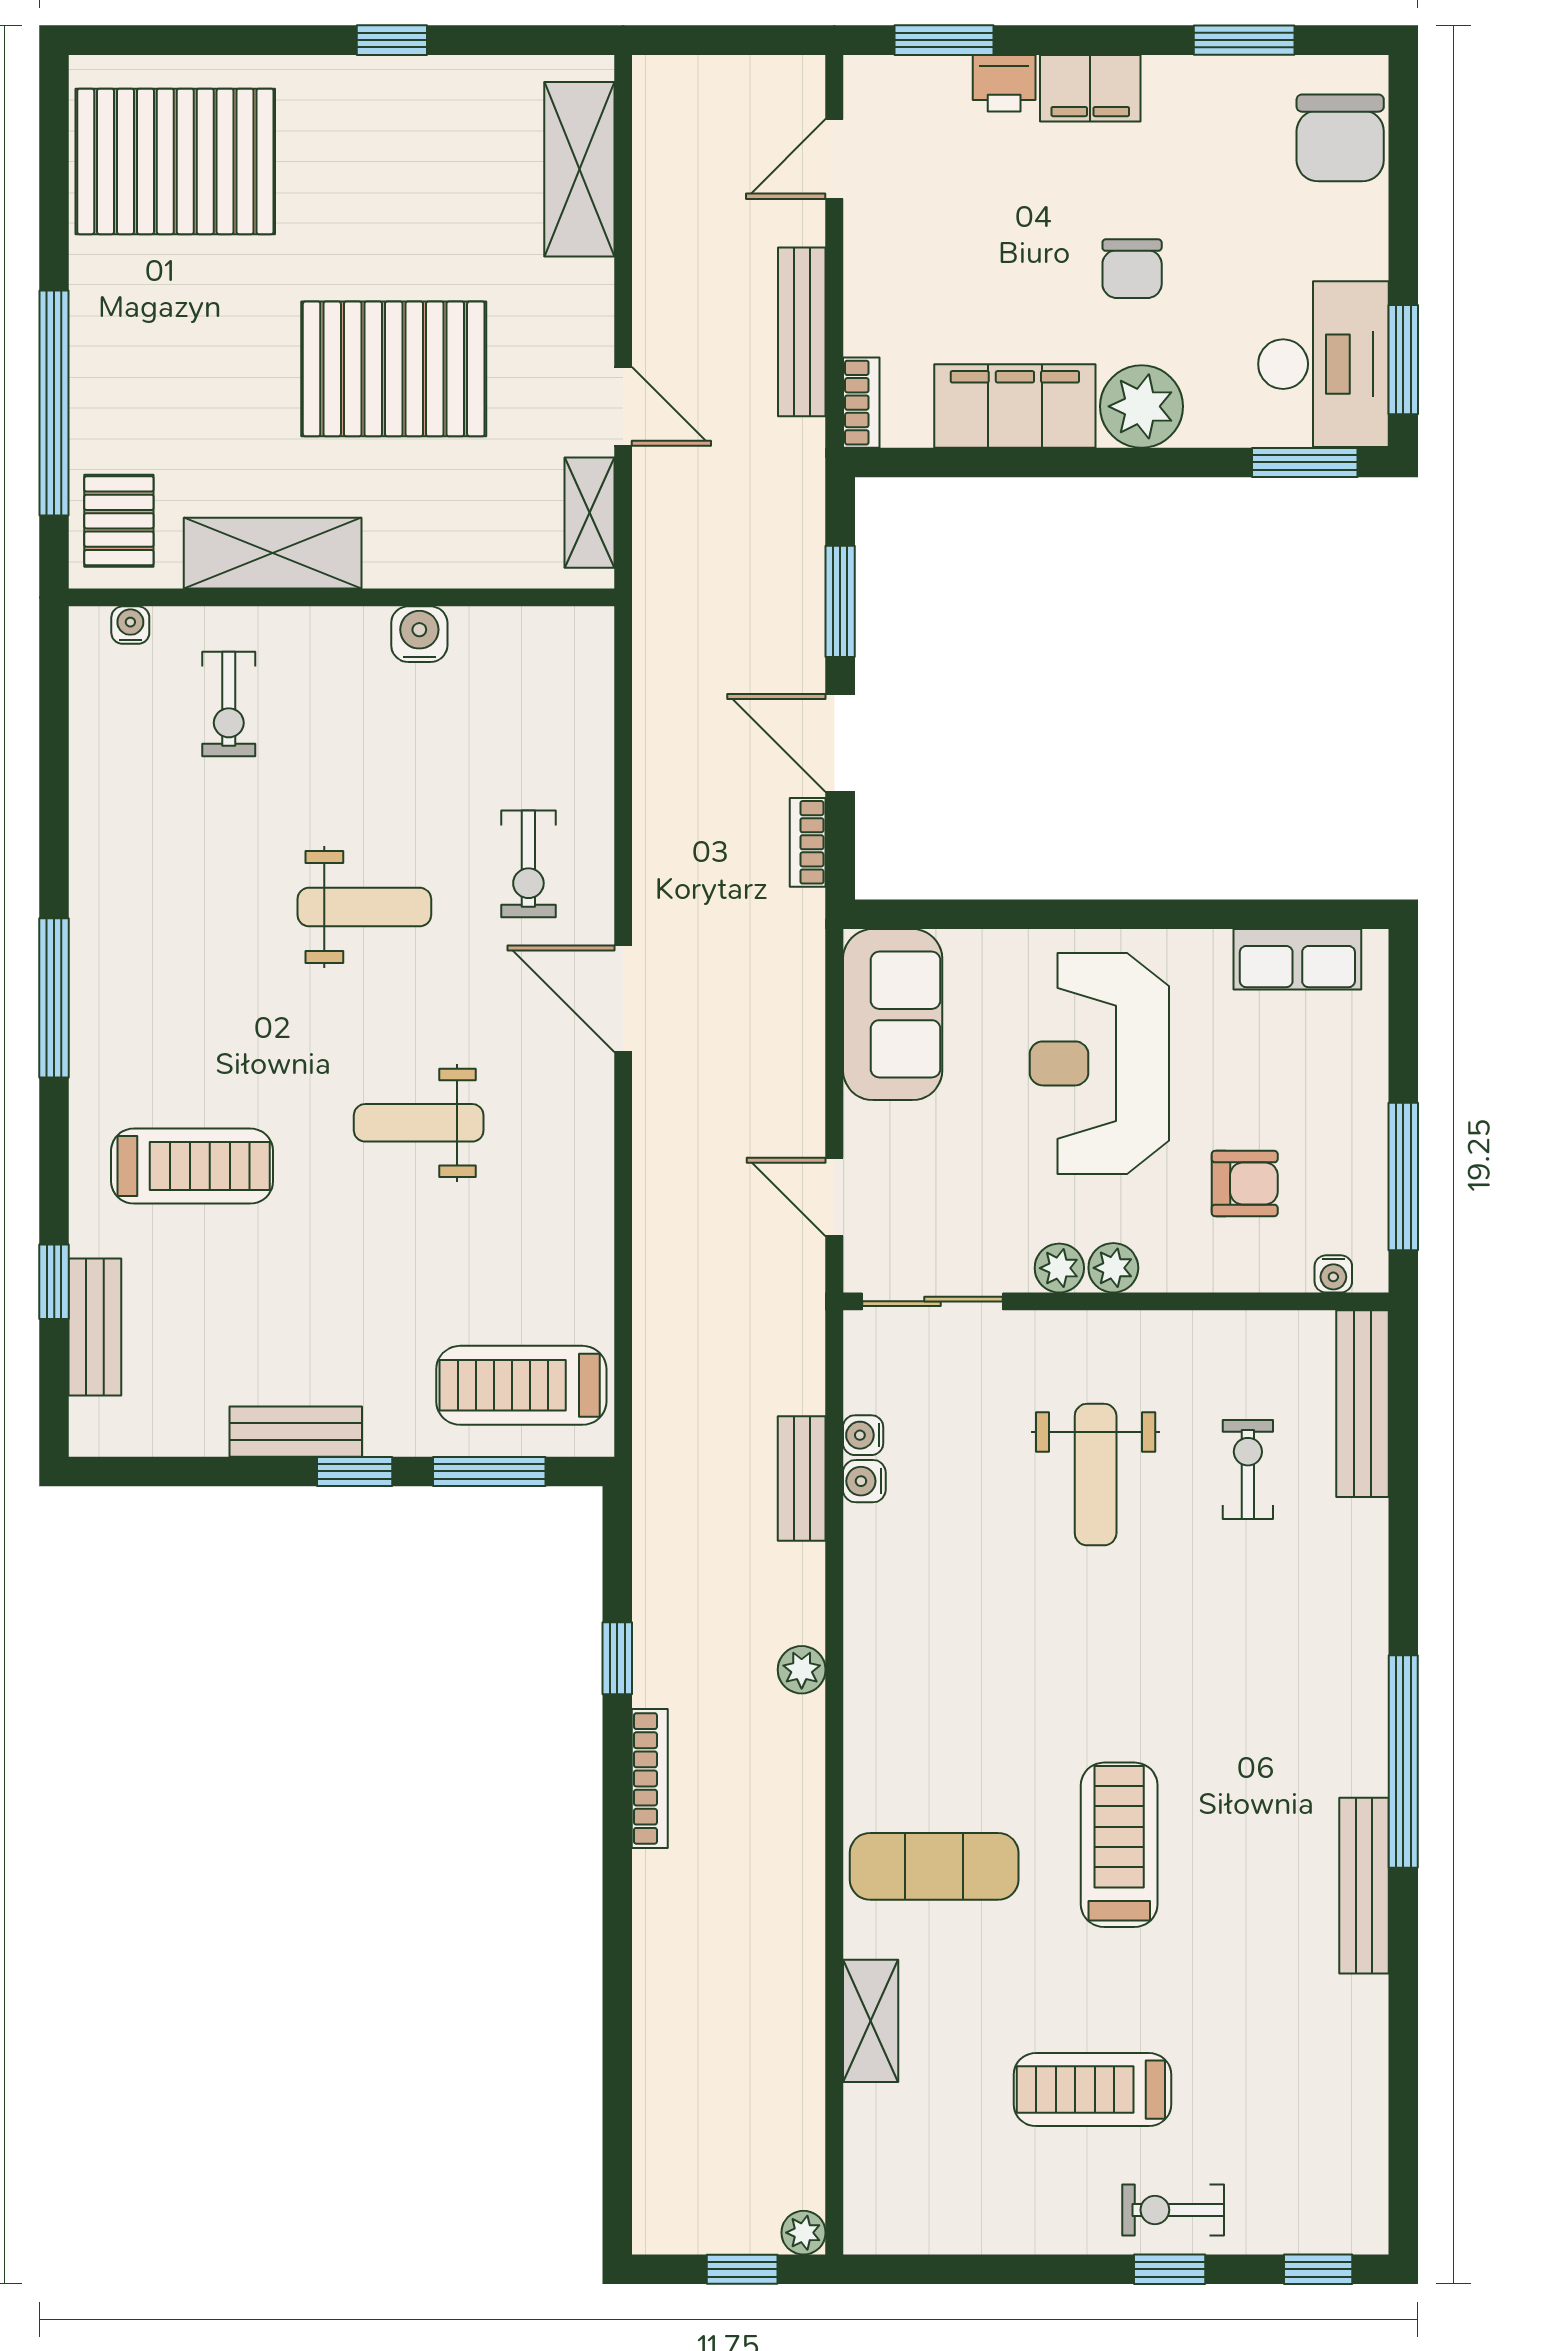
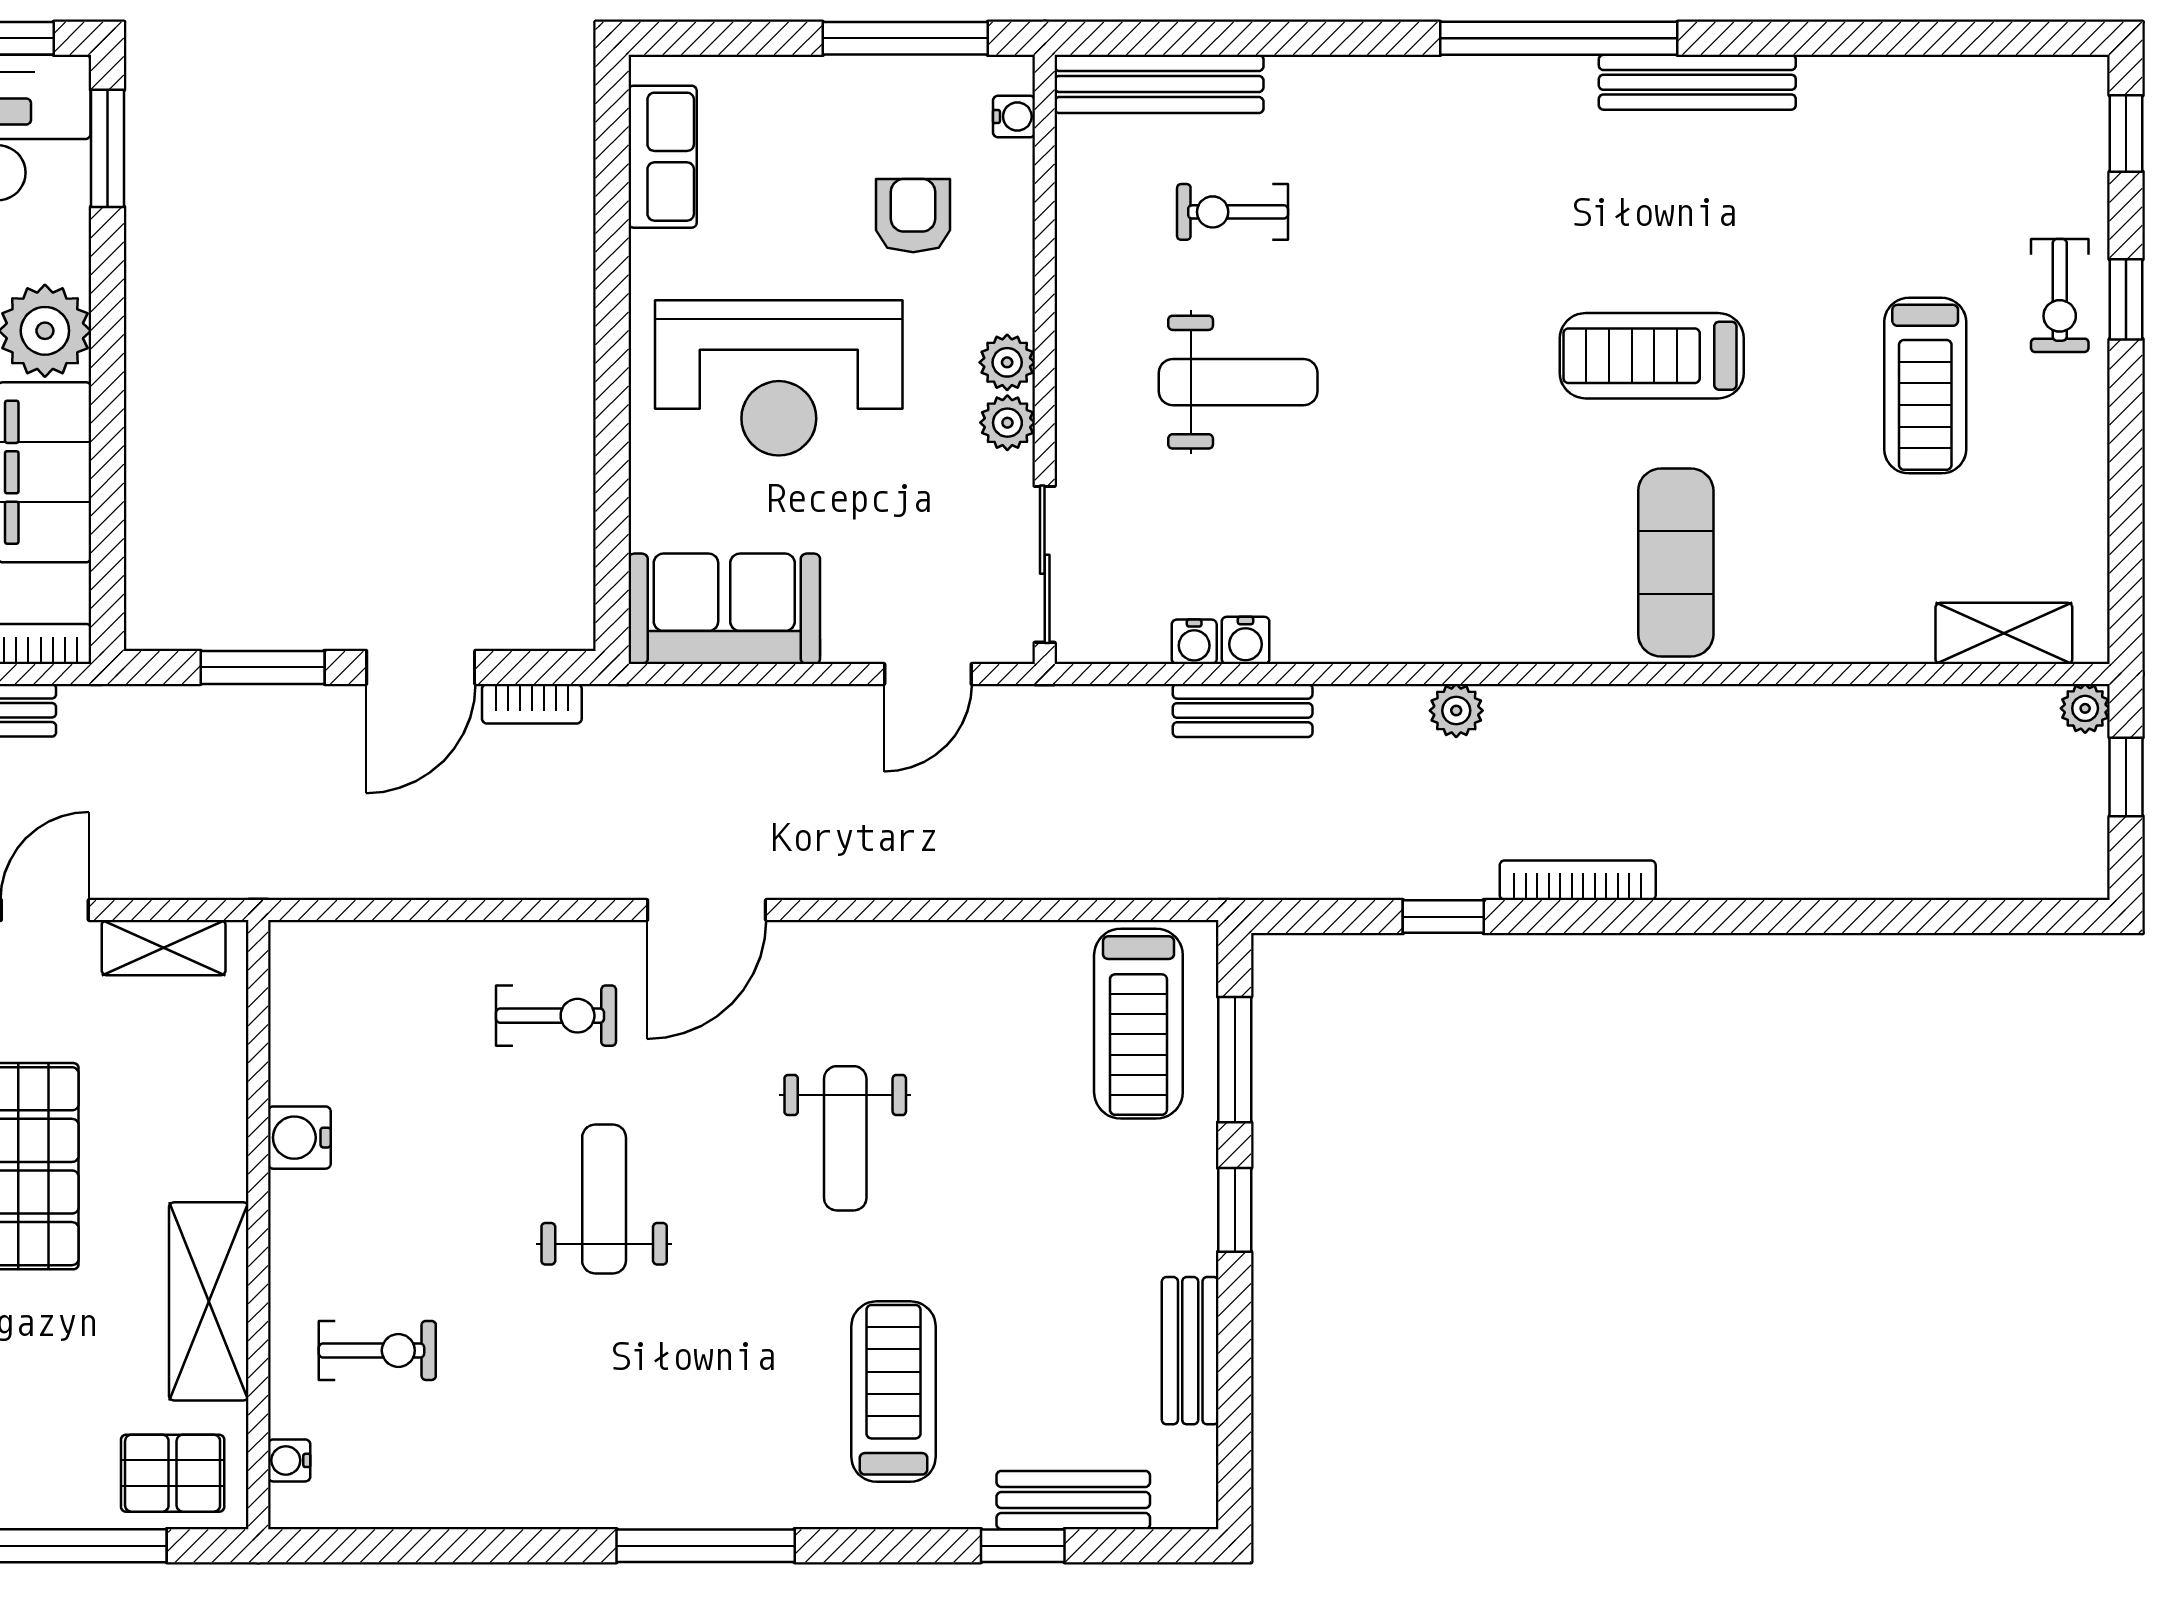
bench: (296, 1432) -> (1190, 1351), moved
shelving: (871, 2021) -> (2004, 633), moved

